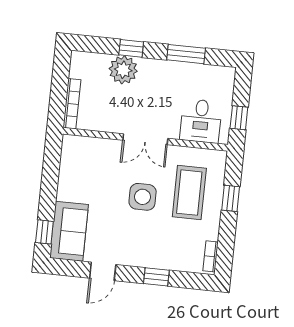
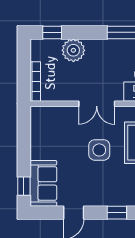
window: (131, 48) -> (52, 32), moved

